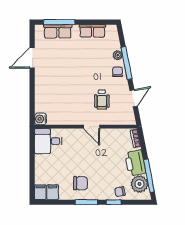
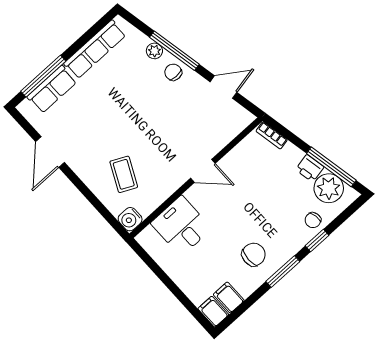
row of seats: (92, 31) -> (95, 49), width x1.48
coffee table: (55, 97) -> (124, 174), added
door: (134, 98) -> (224, 87), hinge flipped
wheelchair: (102, 99) -> (185, 125), removed
desk: (48, 141) -> (181, 226), moved, turned 90
printer: (135, 163) -> (310, 168), width x0.53, depth x0.68

